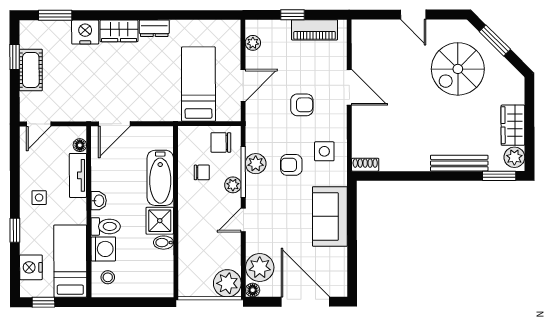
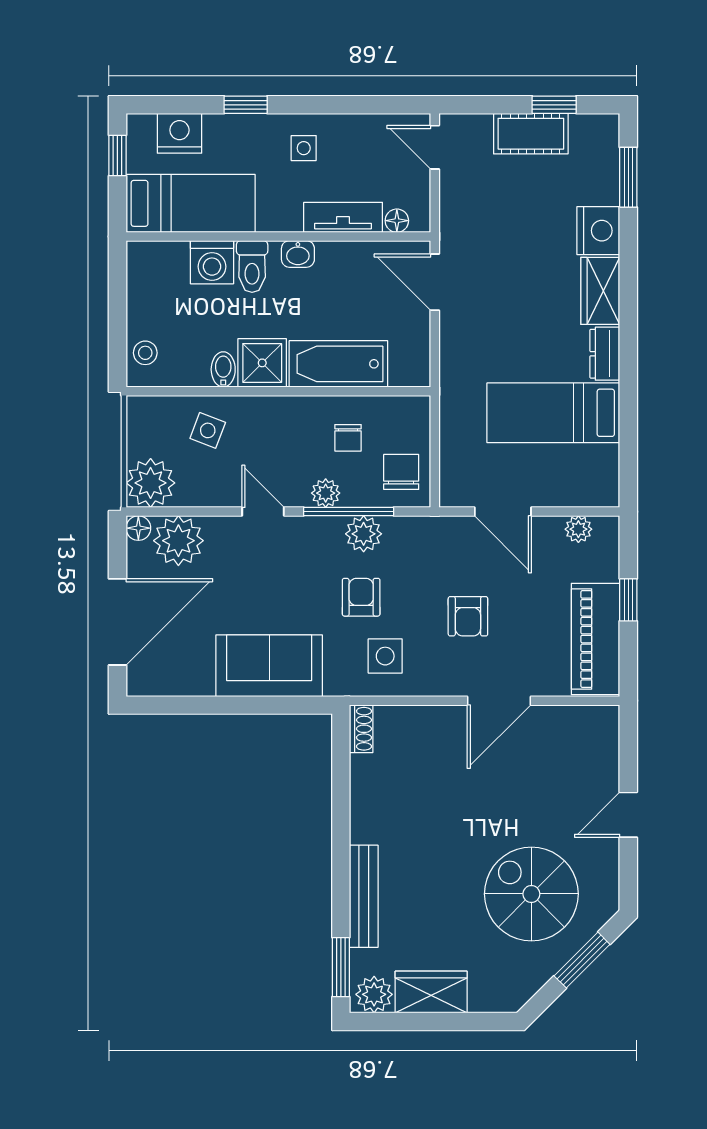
piano: (315, 30) -> (596, 639), width x1.37, depth x1.33
bed: (198, 84) -> (553, 413), moved, turned 180
side table: (198, 251) -> (208, 430), added
stool: (108, 277) -> (145, 353), moved

